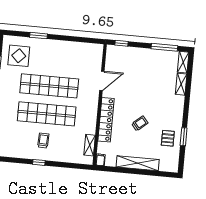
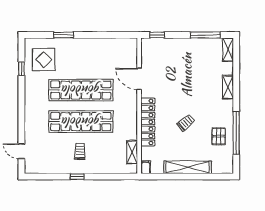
door: (102, 81) -> (139, 79), swing flipped
shelving: (181, 84) -> (228, 87), moved
window: (184, 137) -> (236, 133), width x2.11

